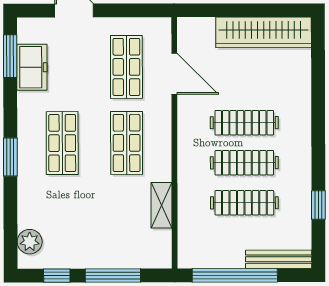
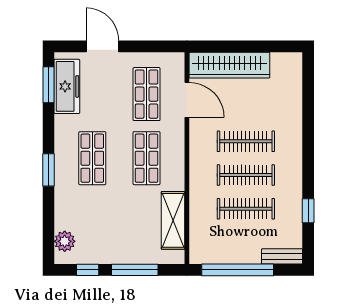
wardrobe: (264, 32) -> (229, 65), moved
freezer: (32, 67) -> (67, 86), width x1.40
shelving: (161, 205) -> (173, 220), width x1.50, depth x1.33
bench: (279, 259) -> (282, 256), width x0.73

